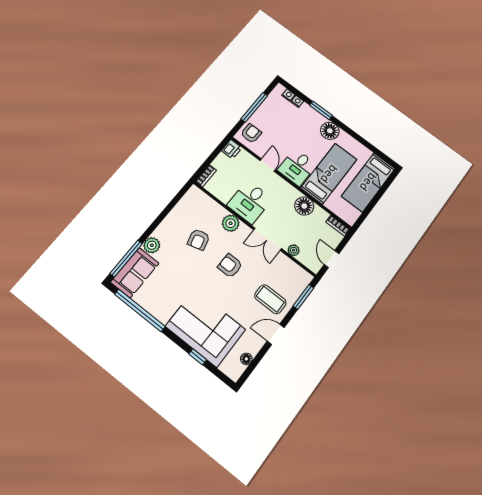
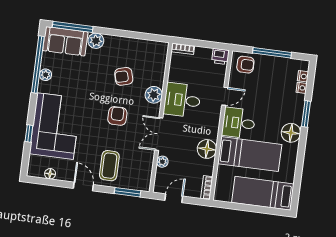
plant: (153, 309) -> (46, 75), added

